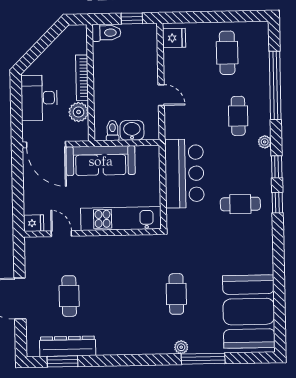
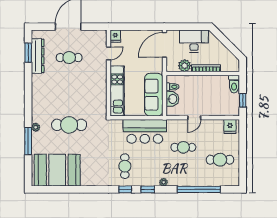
cafe table: (238, 116) -> (183, 147), moved
sofa: (101, 161) -> (154, 95), moved
cafe table: (176, 294) -> (69, 125), width x1.37, depth x1.35

